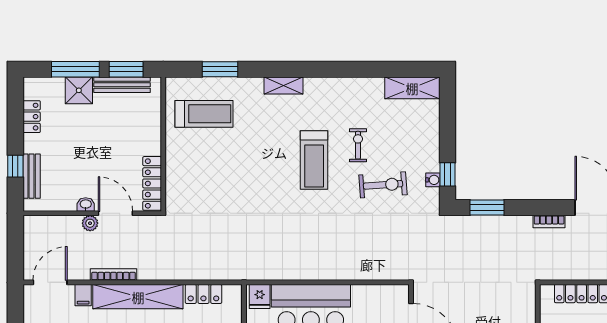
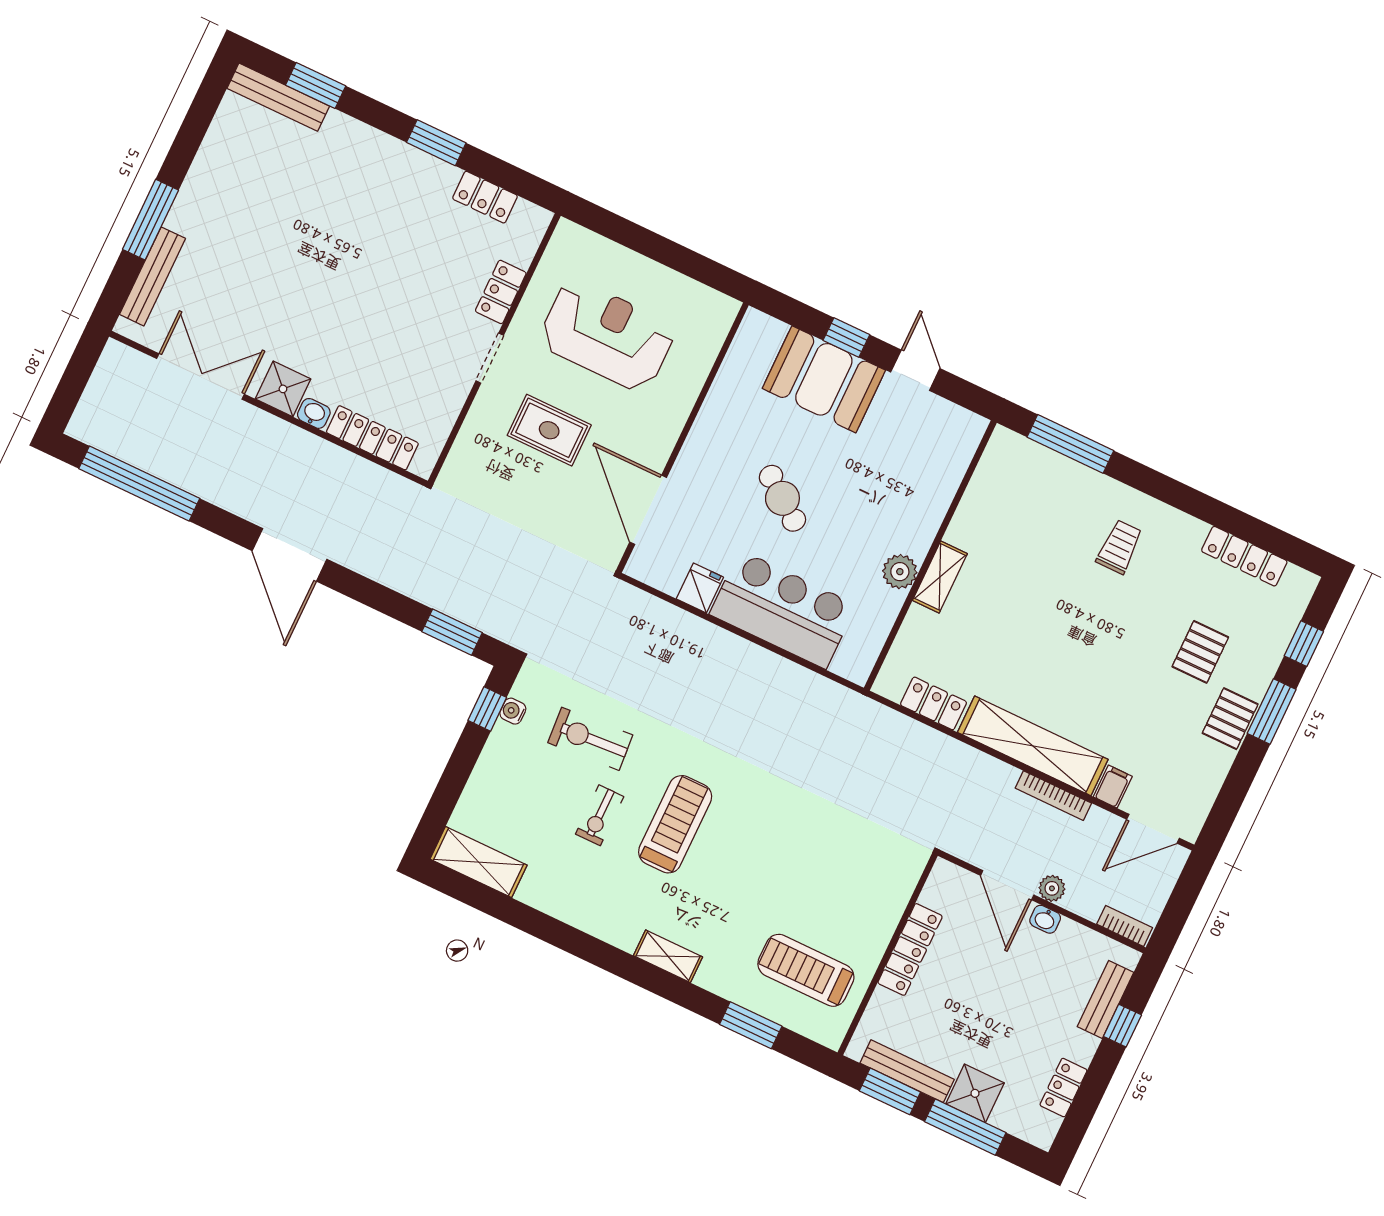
locker: (152, 183) -> (910, 949), moved
bookcase: (549, 222) -> (1125, 926), moved
fridge: (260, 296) -> (700, 588), moved

